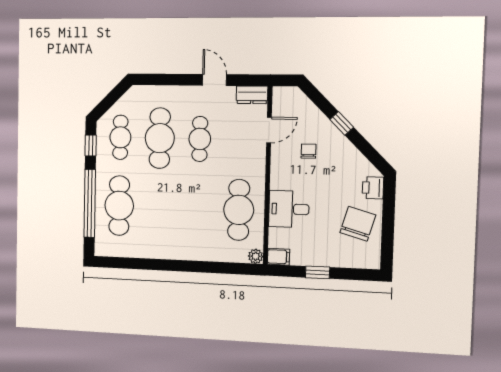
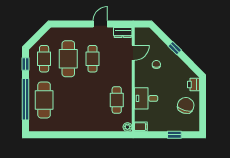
door: (214, 80) -> (100, 24), hinge flipped
cafe table: (239, 210) -> (117, 100), width x0.73, depth x0.74
window: (318, 272) -> (174, 135), moved

